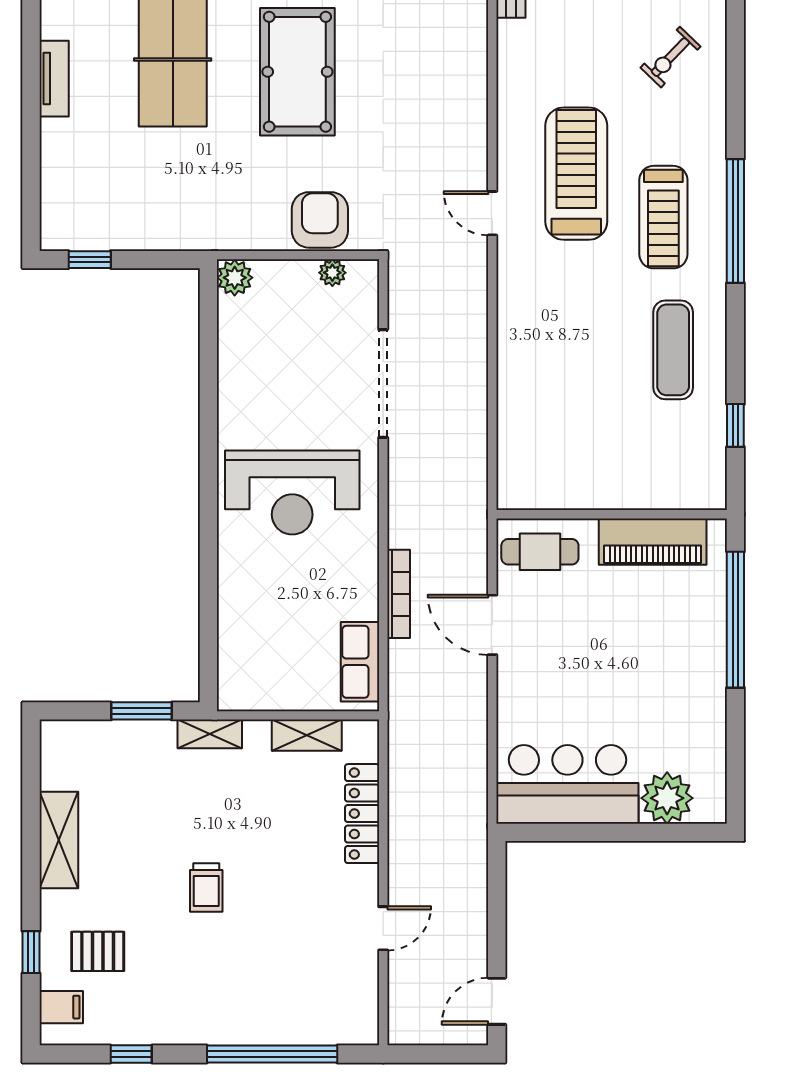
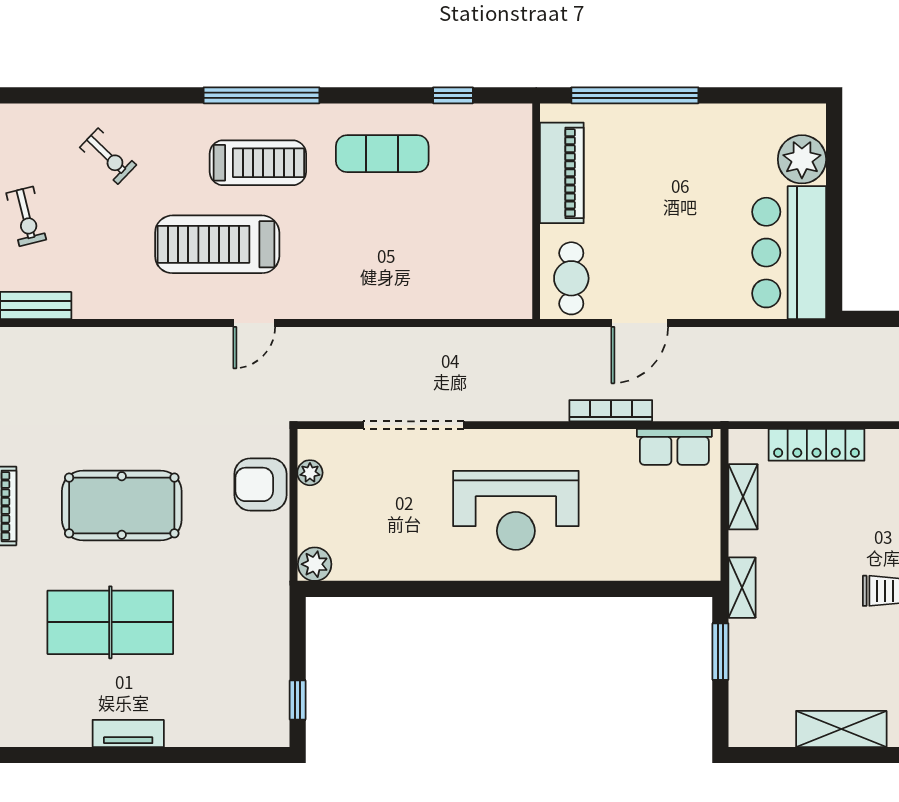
reception desk: (292, 493) -> (516, 510), turned 90

